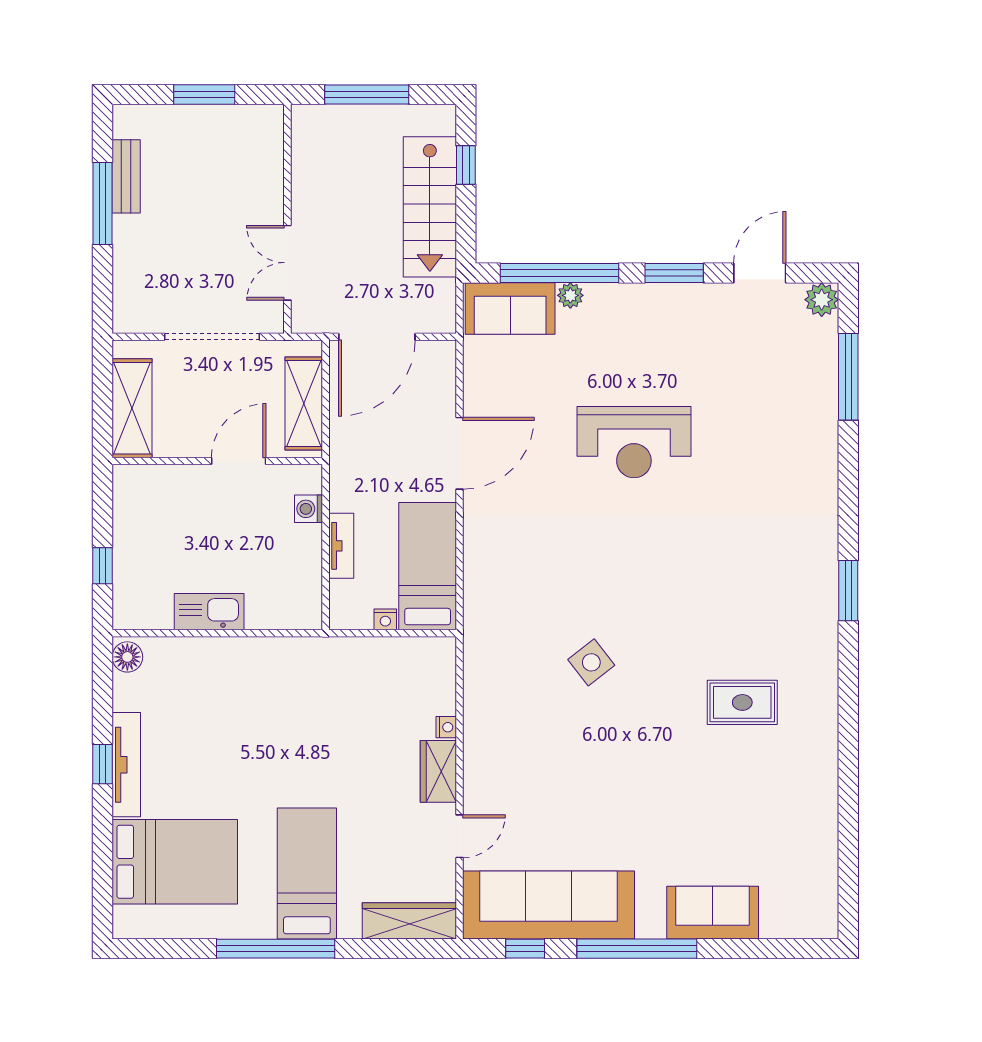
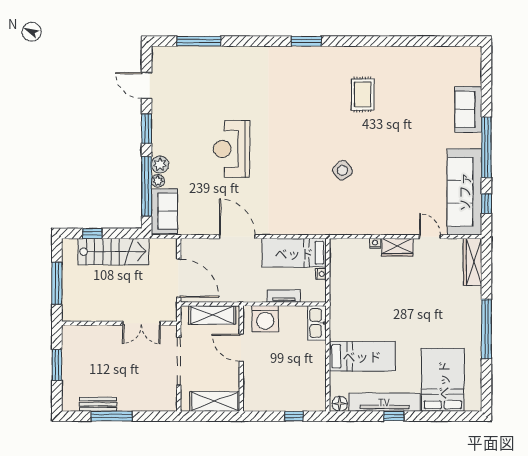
plant: (822, 300) -> (160, 165), moved
reception desk: (634, 442) -> (232, 149), turned 180
washing machine: (309, 509) -> (265, 319), width x1.89, depth x1.89
kitchen sink: (209, 612) -> (317, 323), moved
tv unit: (126, 765) -> (384, 402), width x1.36, depth x1.29
bed: (307, 873) -> (362, 356), moved, turned 180

